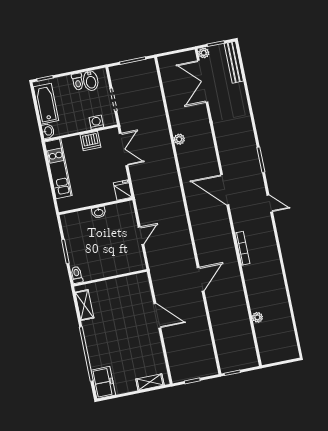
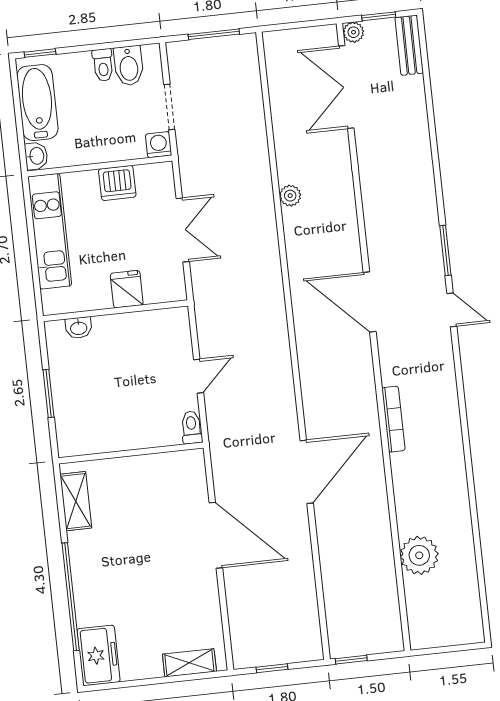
bench: (234, 62) -> (409, 45), width x0.73
washing machine: (96, 122) -> (159, 145), moved
double door: (124, 149) -> (183, 230), moved
fridge: (123, 190) -> (127, 289), moved
door: (270, 203) -> (452, 310), moved
washbasin: (99, 212) -> (79, 328), moved
toilet: (77, 275) -> (191, 427), moved
door: (201, 279) -> (307, 472), width x1.36
door: (157, 316) -> (216, 535), width x1.36
plant: (257, 317) -> (419, 555), width x1.87, depth x1.87

